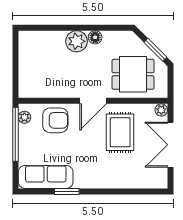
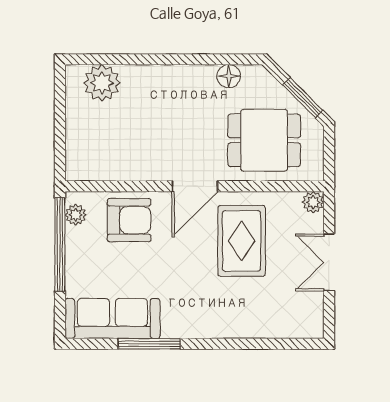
floor lamp: (95, 37) -> (229, 76), moved
plant: (77, 41) -> (102, 83), moved
double door: (170, 145) -> (329, 262), width x0.73
window: (67, 191) -> (149, 344), width x1.44

